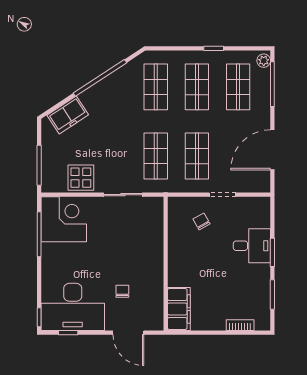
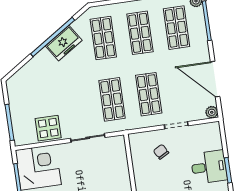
freezer: (68, 115) -> (64, 43), moved
door: (272, 150) -> (215, 79), hinge flipped
plant: (264, 186) -> (212, 112), added

